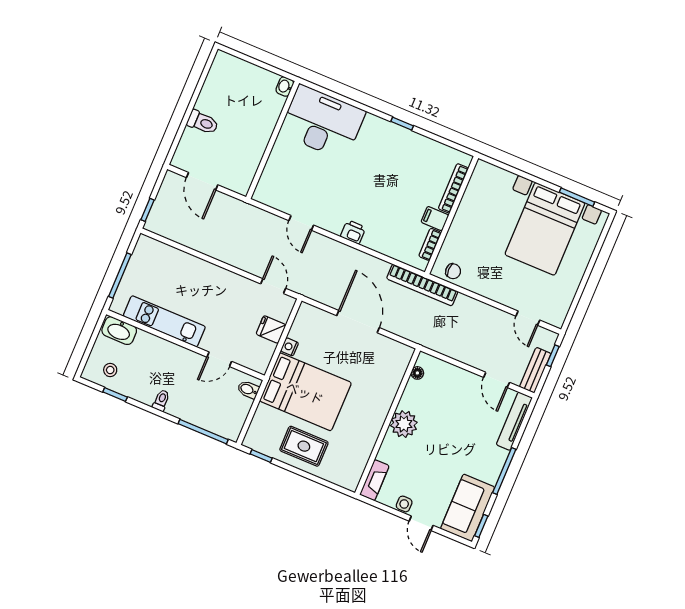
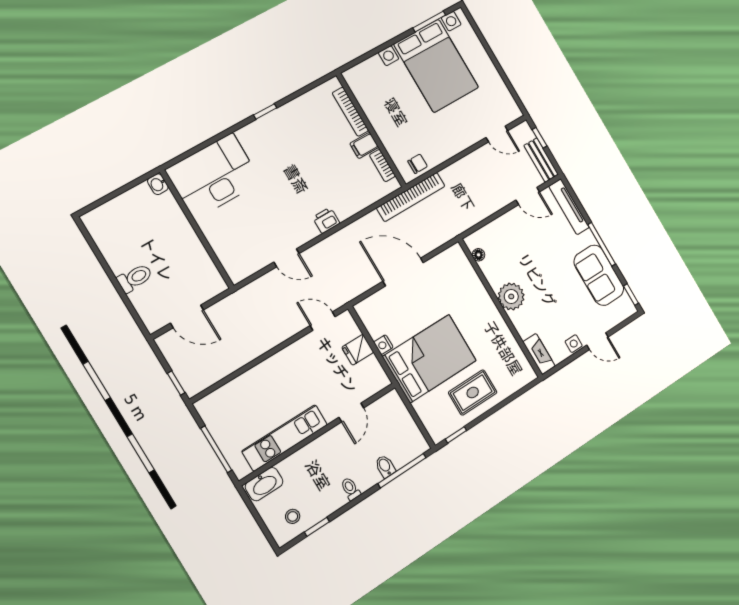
bidet: (248, 390) -> (385, 466), moved, turned 90
sofa: (468, 508) -> (599, 275), moved

